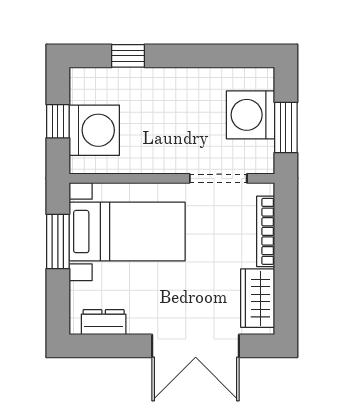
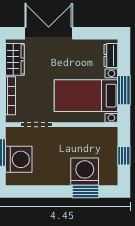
window: (128, 56) -> (86, 192), width x1.50
washing machine: (94, 130) -> (85, 172), moved, turned 90
dresser: (104, 322) -> (111, 55), moved, turned 90

